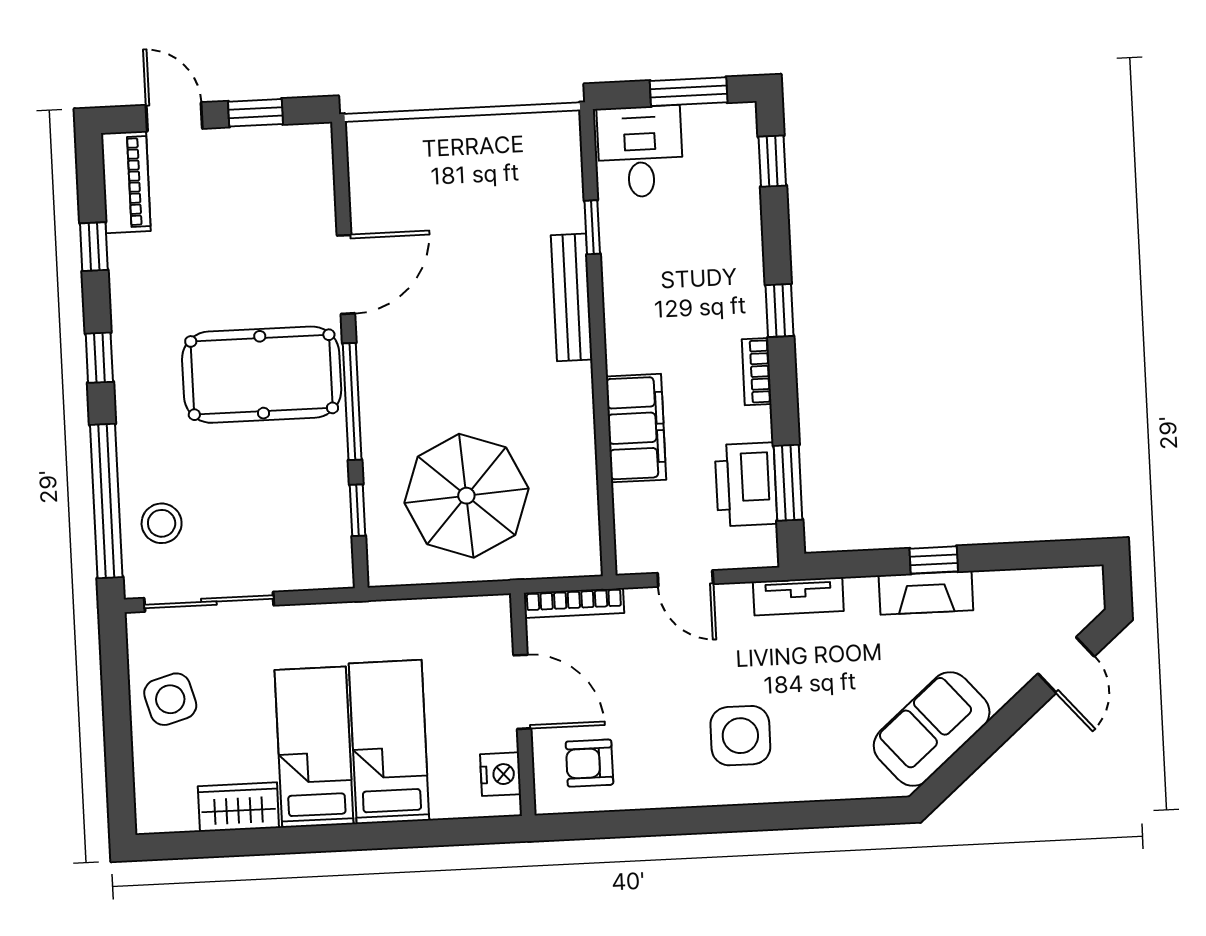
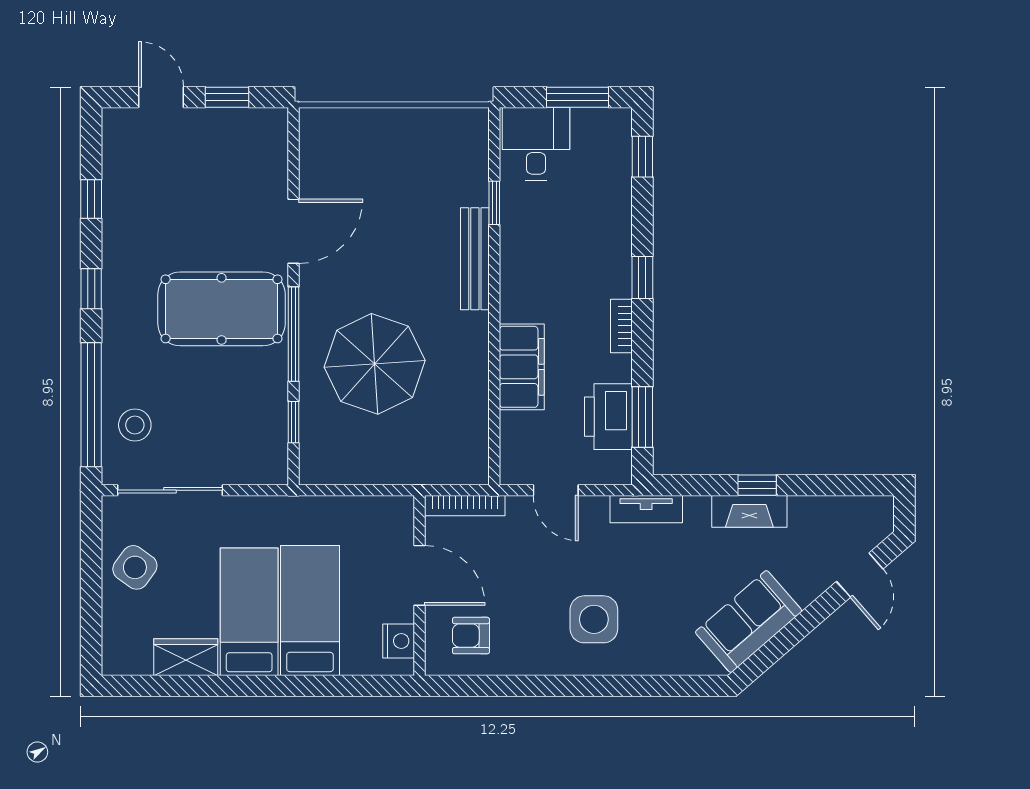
piano: (126, 182) -> (119, 148), removed
parasol: (466, 496) -> (375, 364), moved
side table: (170, 699) -> (135, 567), turned -38

